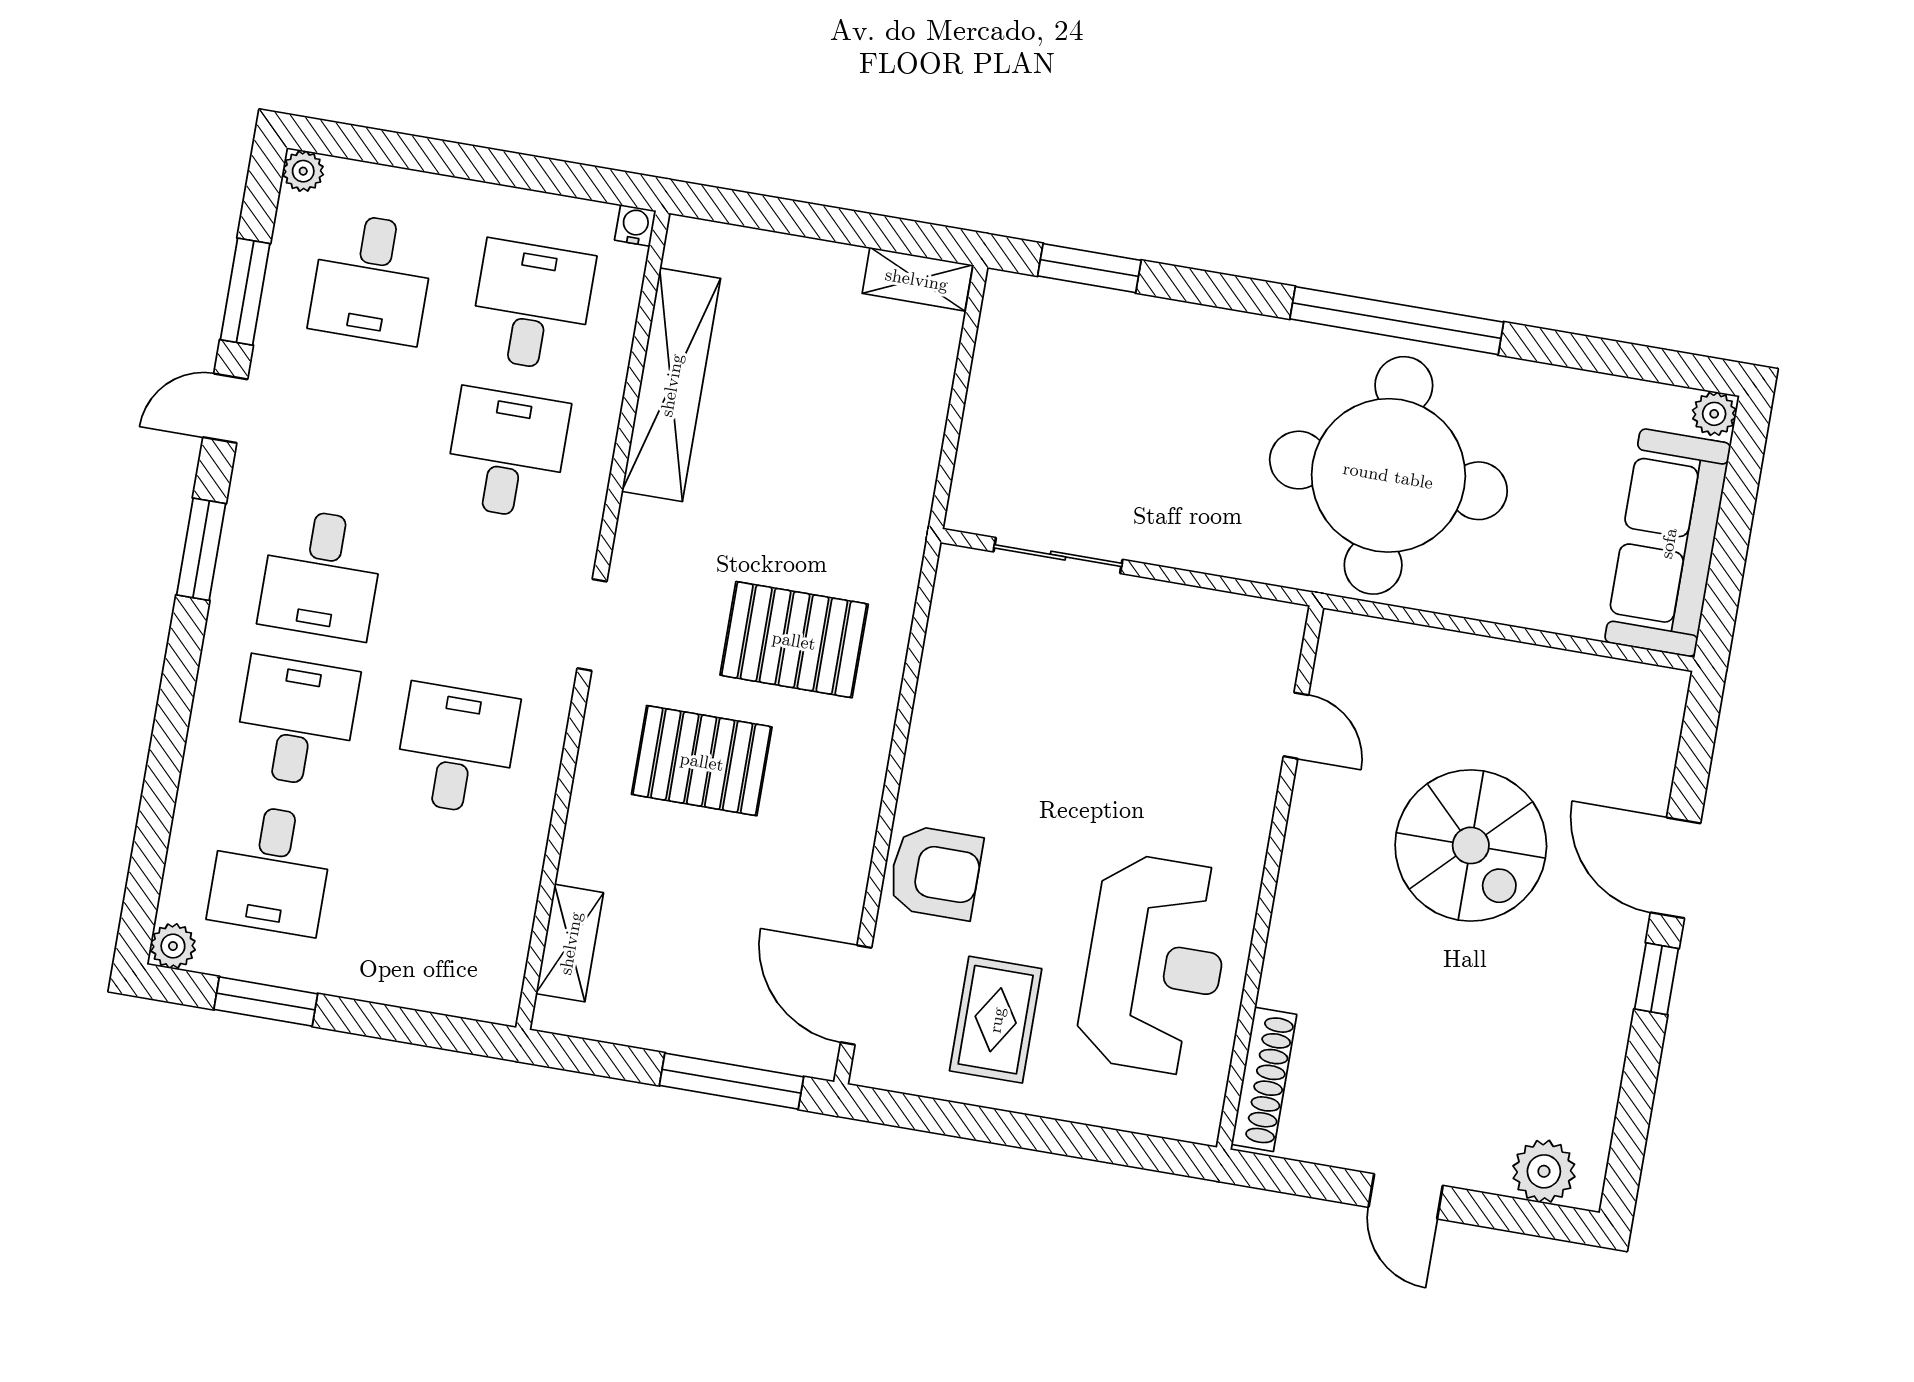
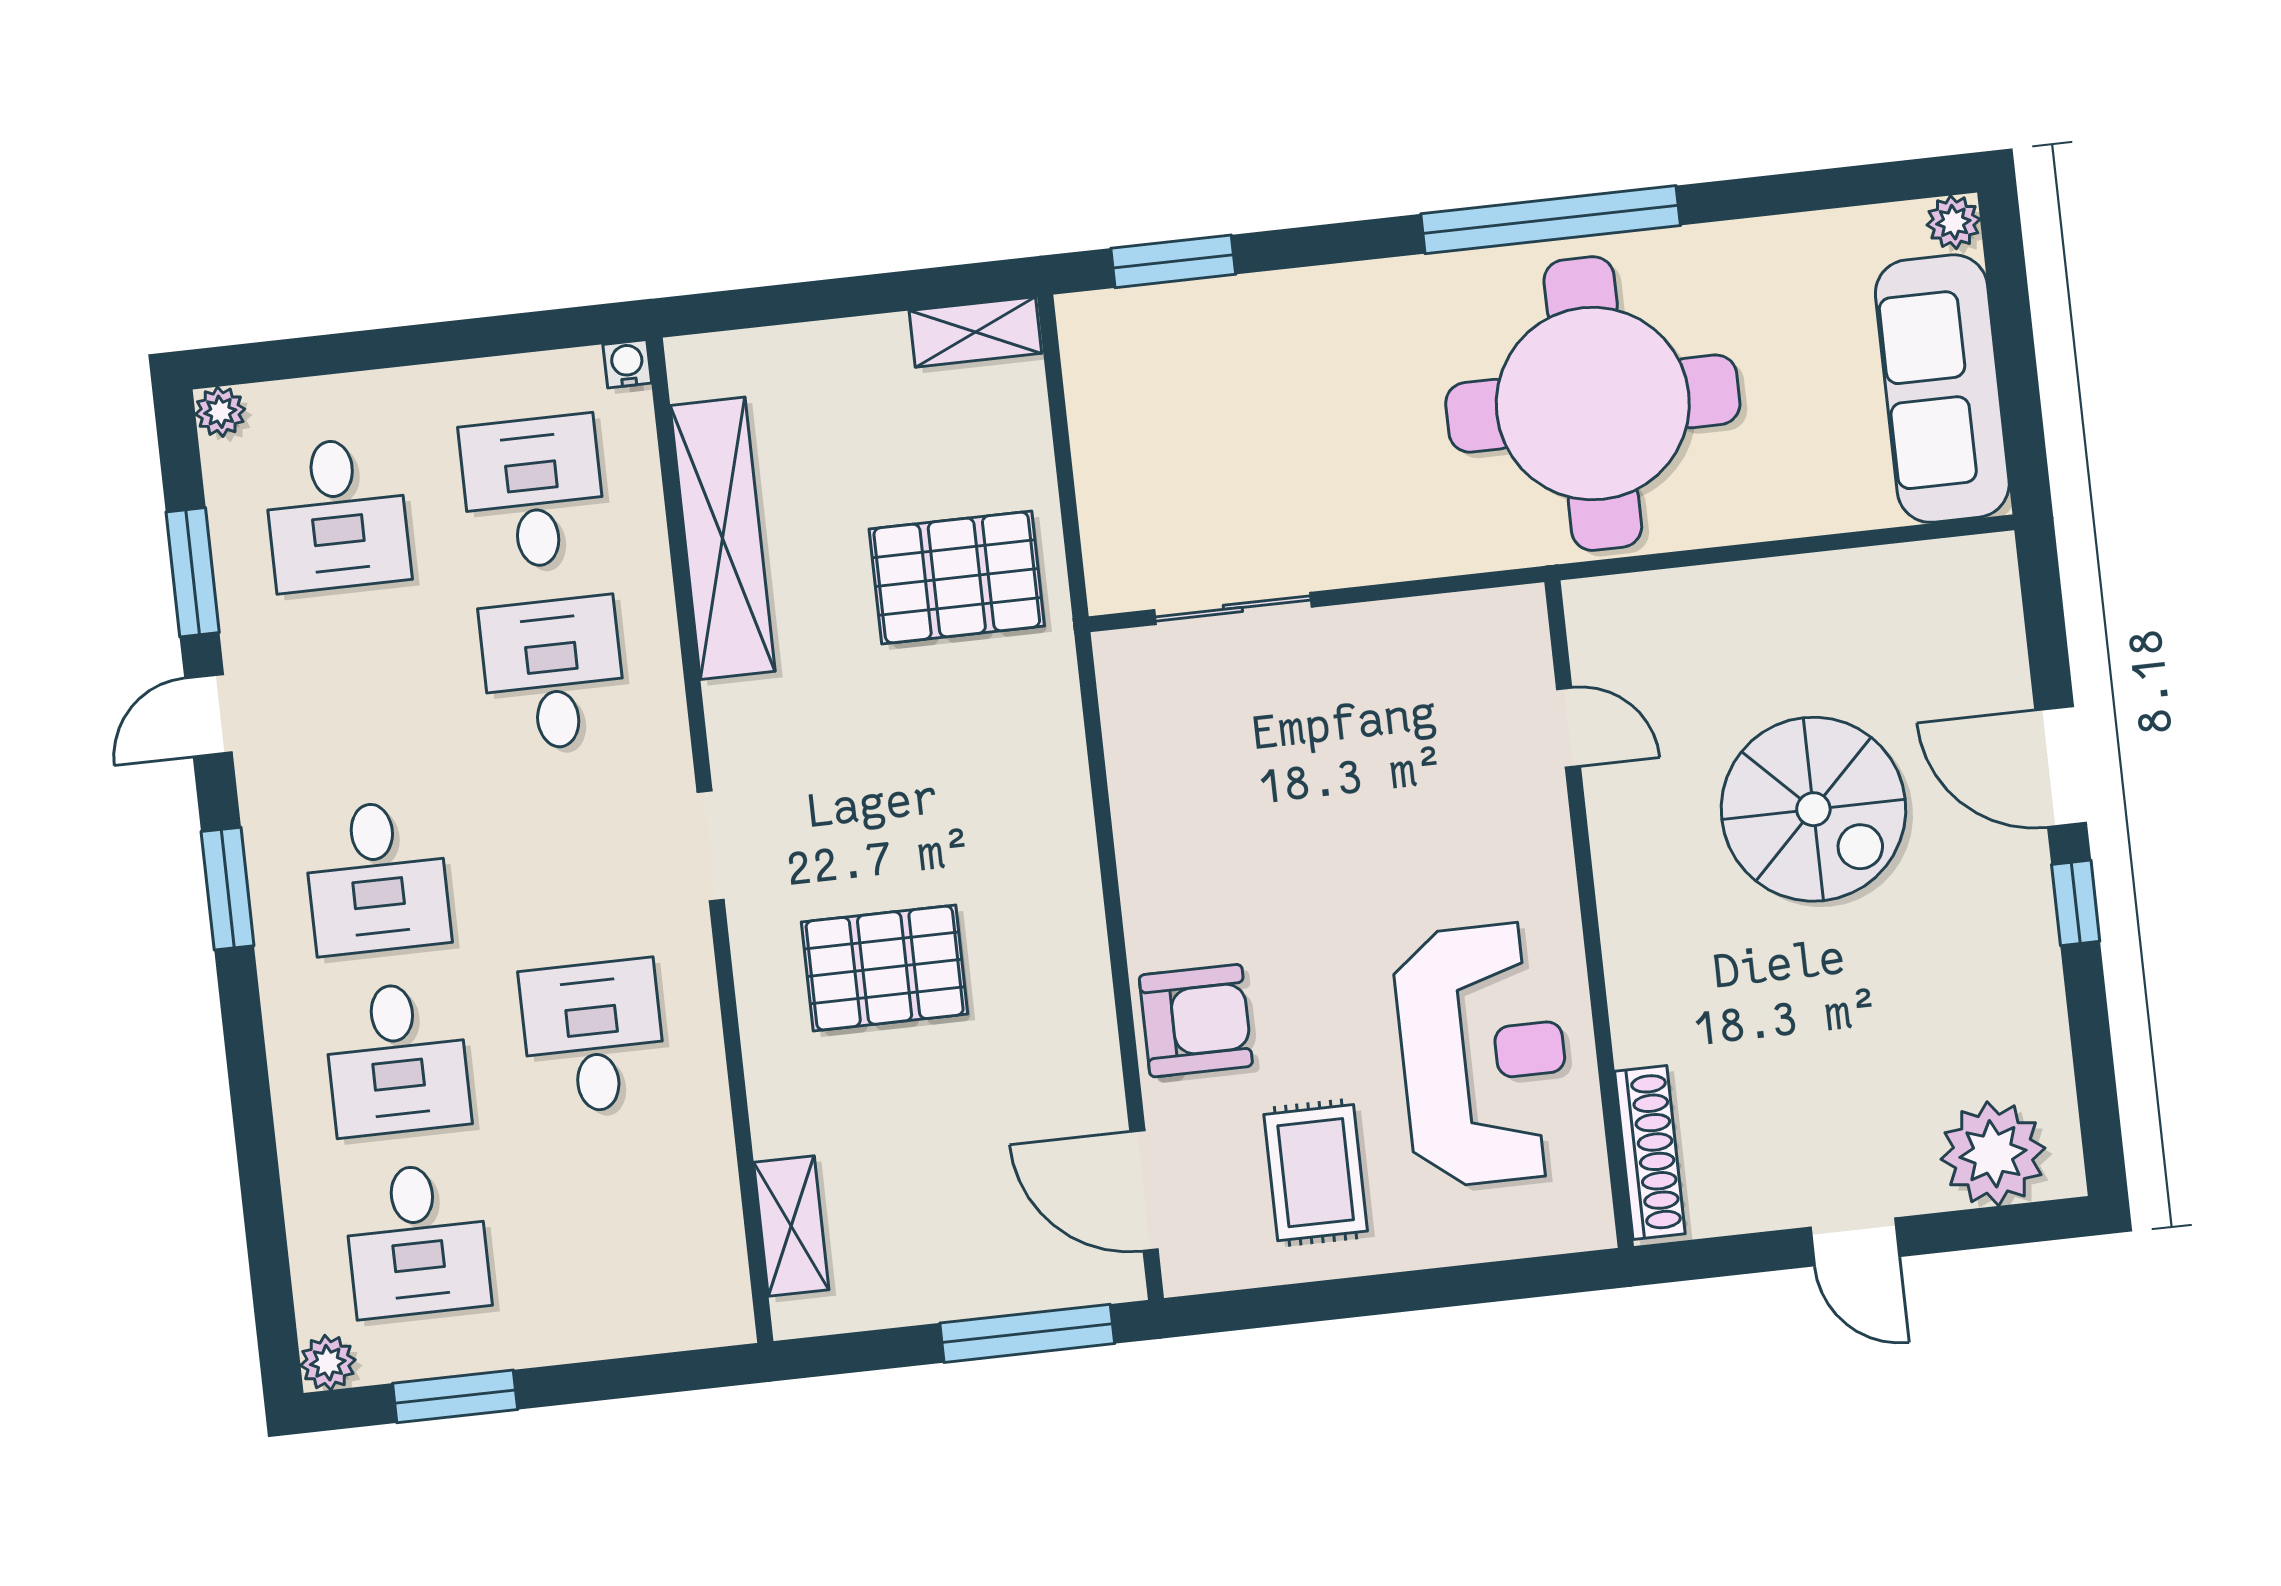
pallet: (794, 640) -> (957, 577), moved
desk: (296, 722) -> (397, 1059), turned 180
plant: (1544, 1171) -> (1993, 1154), width x1.36, depth x1.36

